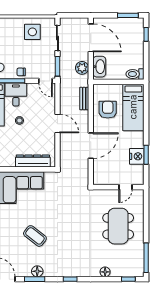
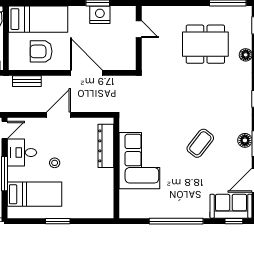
desk: (16, 95) -> (22, 153), moved
dining table: (118, 226) -> (205, 44), moved

